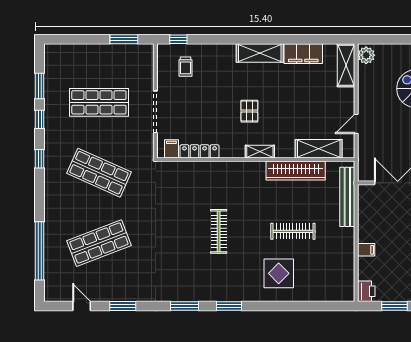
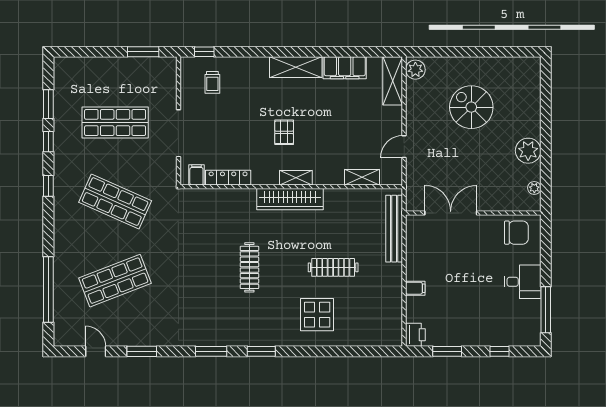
shelving: (319, 149) -> (362, 177), width x0.67, depth x0.75
wardrobe: (296, 171) -> (290, 199), moved

